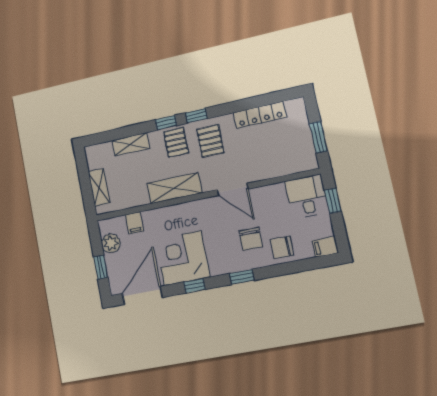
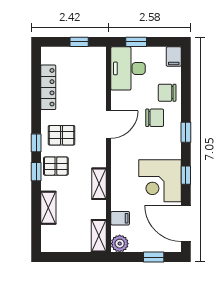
window: (318, 137) -> (79, 42), width x0.67
shelving: (99, 187) -> (99, 236), moved, turned 90
shelving: (174, 188) -> (99, 184), width x0.67, depth x0.75
desk: (307, 197) -> (128, 68), width x1.37
plant: (111, 243) -> (120, 244), moved
chair: (282, 247) -> (167, 93), turned 90

